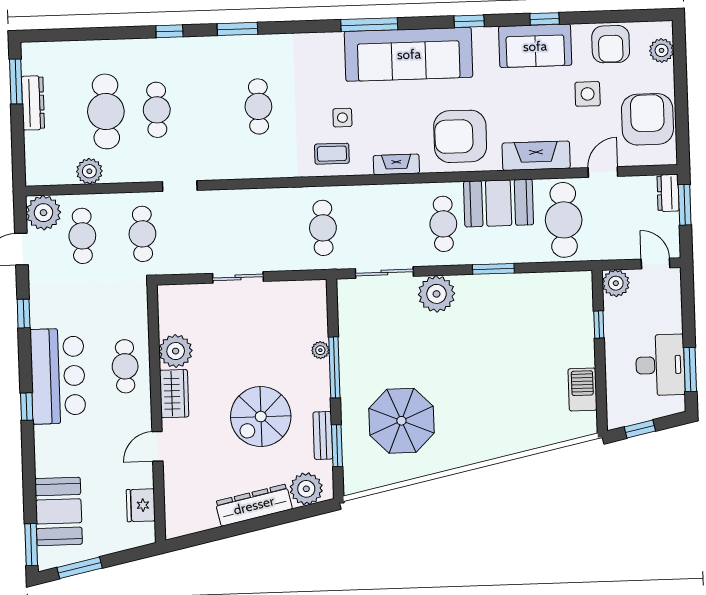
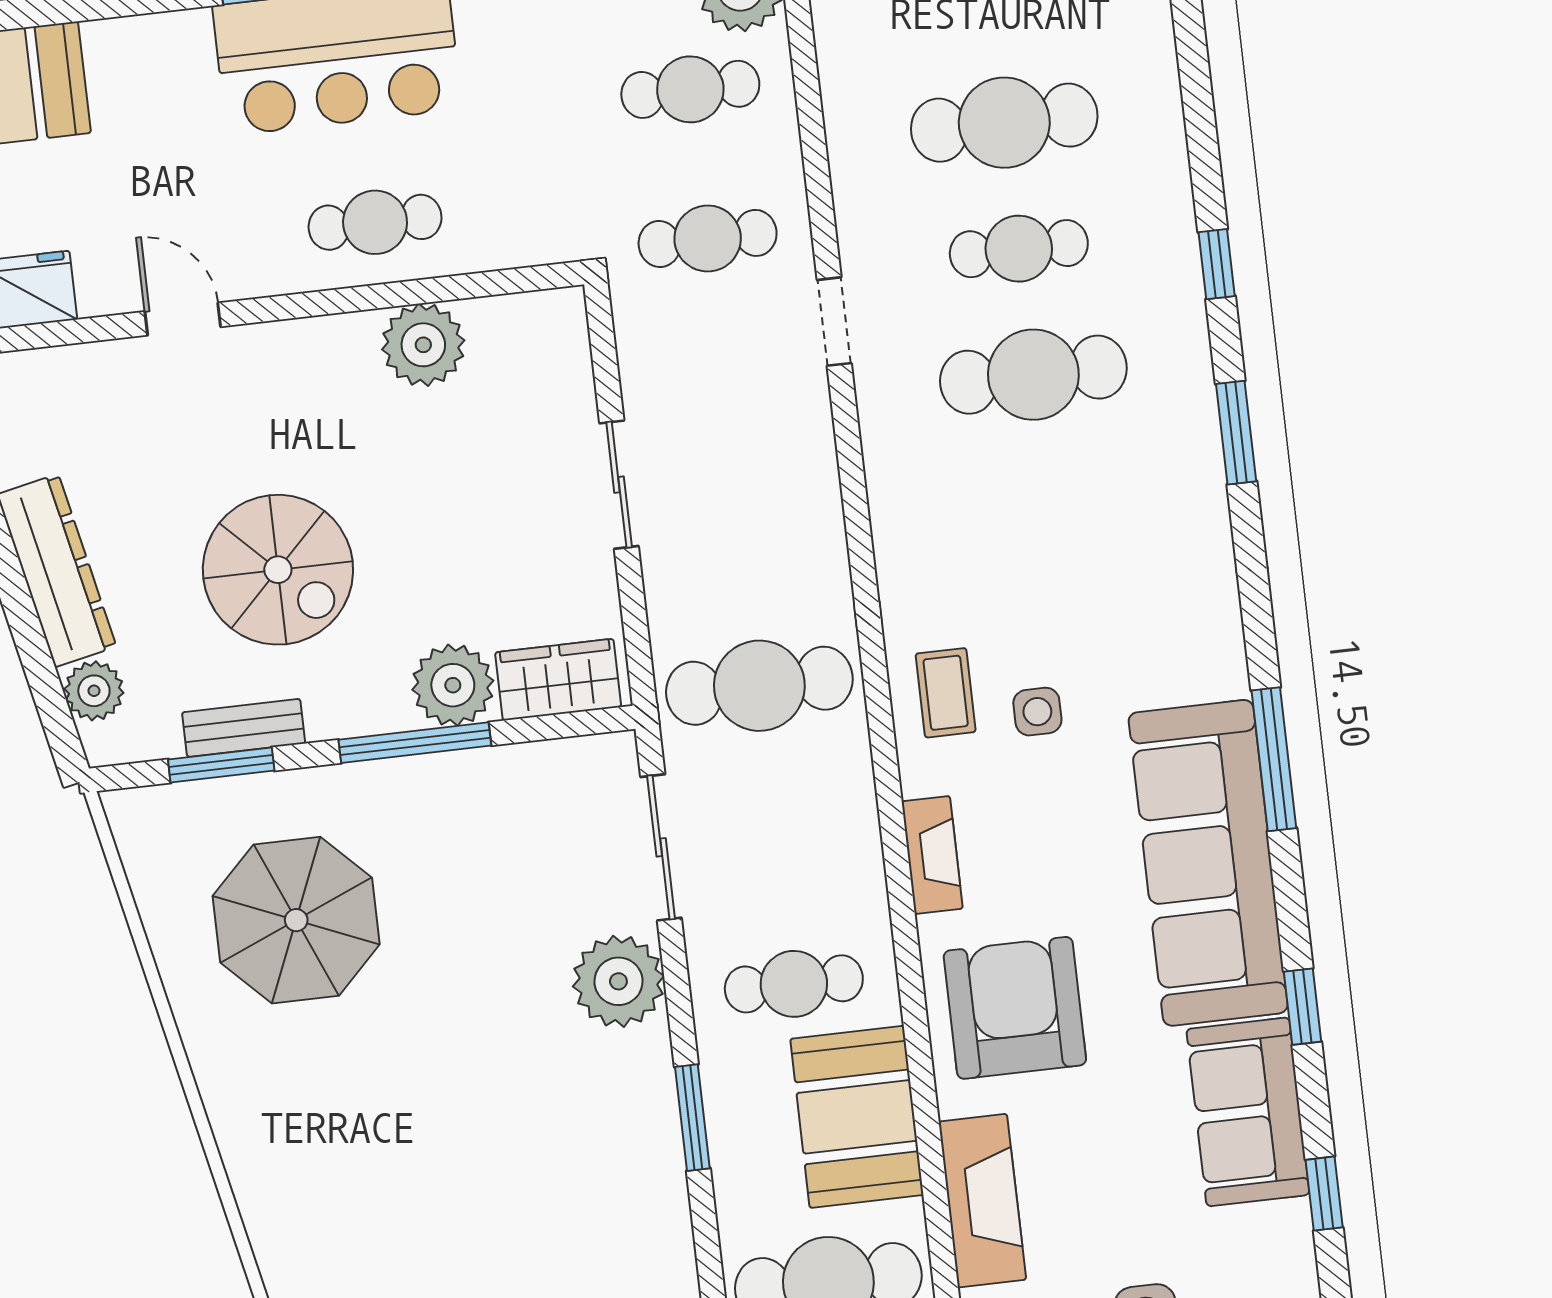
sofa: (535, 46) -> (1248, 1112), moved
cafe table: (258, 106) -> (1033, 375), moved, width x1.37, depth x1.35
plant: (89, 171) -> (852, 94), removed
cafe table: (323, 228) -> (759, 686), width x1.37, depth x1.35
plant: (320, 350) -> (453, 685), width x1.88, depth x1.88
wardrobe: (174, 394) -> (558, 680), moved, turned 180
spiral stairs: (261, 417) -> (278, 570), turned 180
plant: (306, 489) -> (94, 691), width x0.73, depth x0.73

